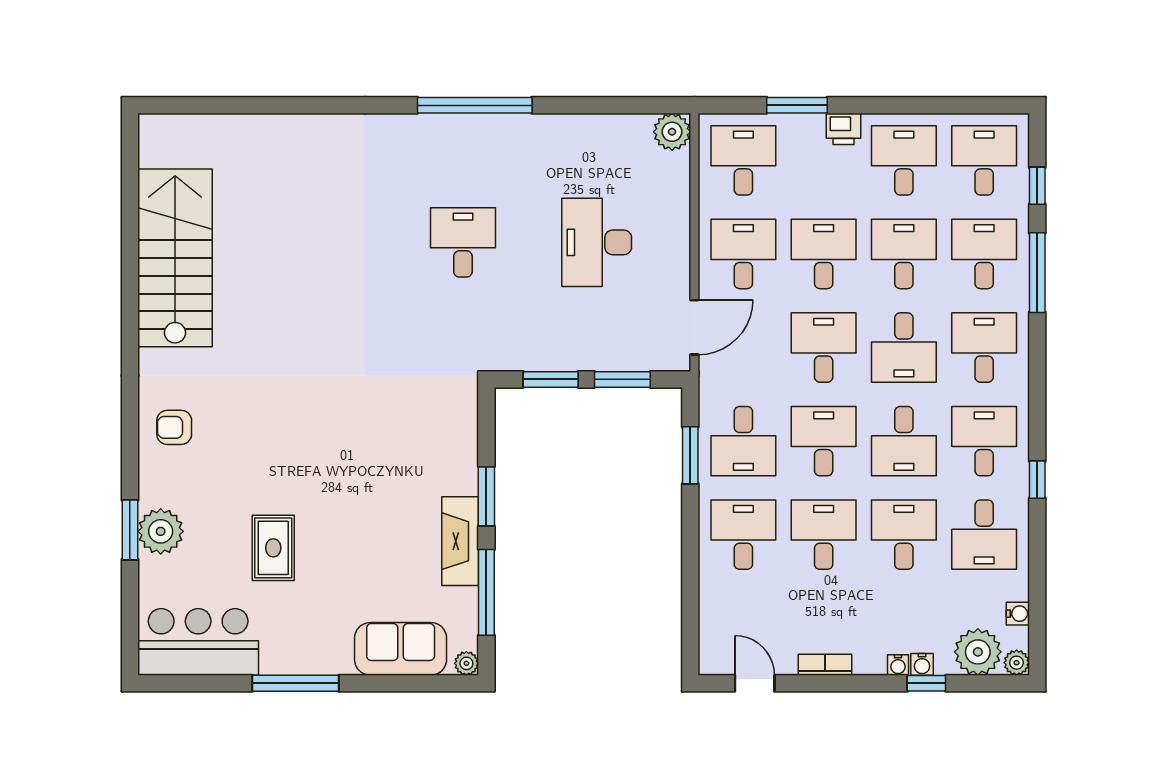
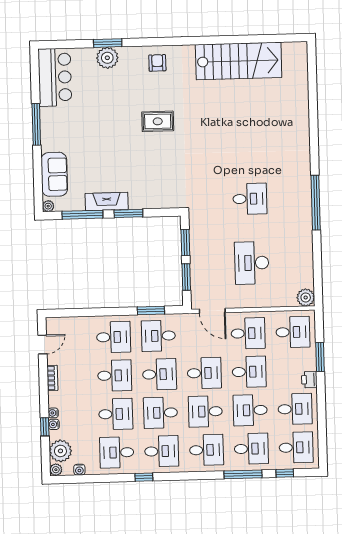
desk: (597, 242) -> (252, 263), turned -90
desk: (904, 254) -> (250, 410), turned 180
rug: (273, 548) -> (158, 121), moved

